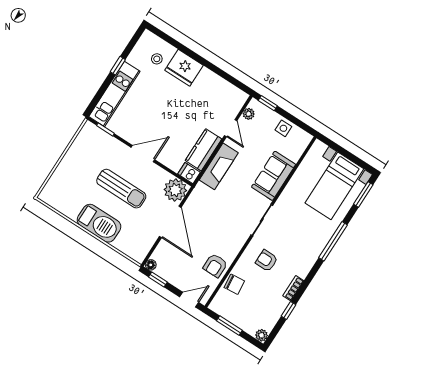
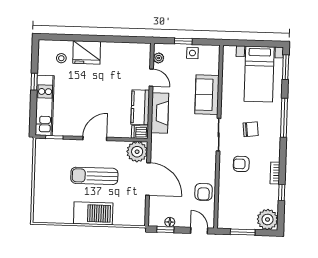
window: (268, 103) -> (183, 41), moved
sun lounger: (121, 189) -> (94, 176), turned 180
floor lamp: (151, 265) -> (170, 222), moved
chair: (234, 284) -> (251, 129), moved
door: (189, 300) -> (199, 231), hinge flipped
plant: (261, 335) -> (267, 219), width x1.88, depth x1.88

